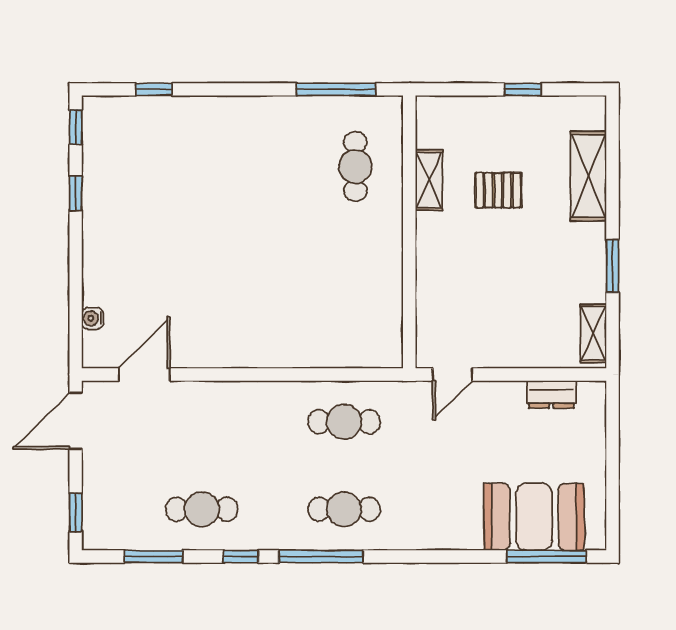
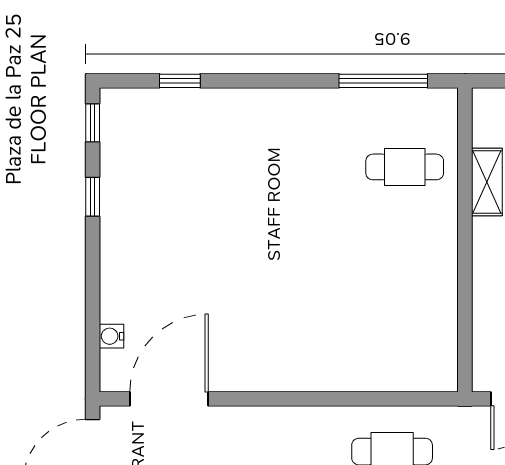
cafe table: (355, 167) -> (405, 167), turned 90
door: (144, 374) -> (169, 399), width x1.36

